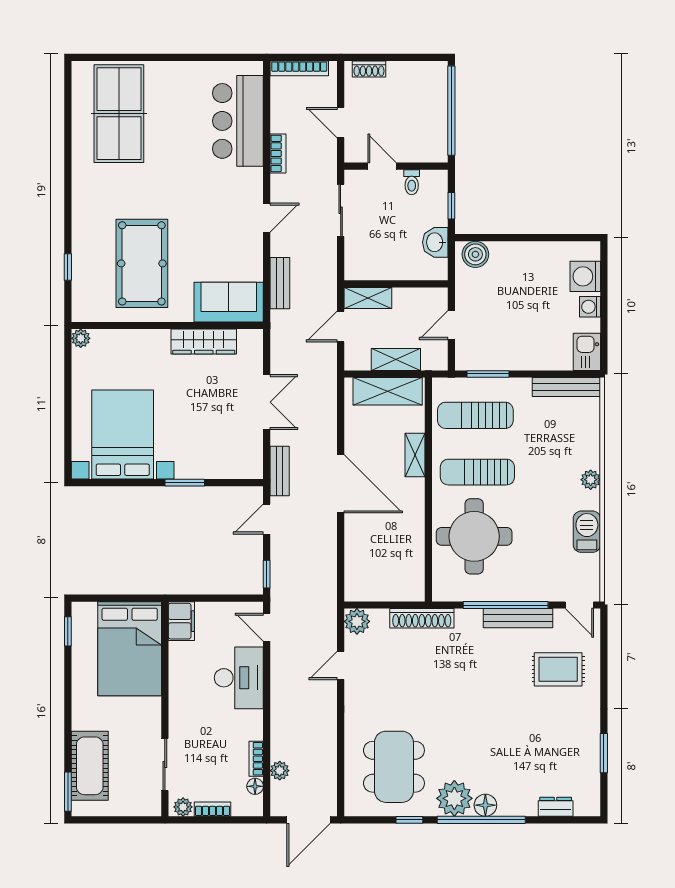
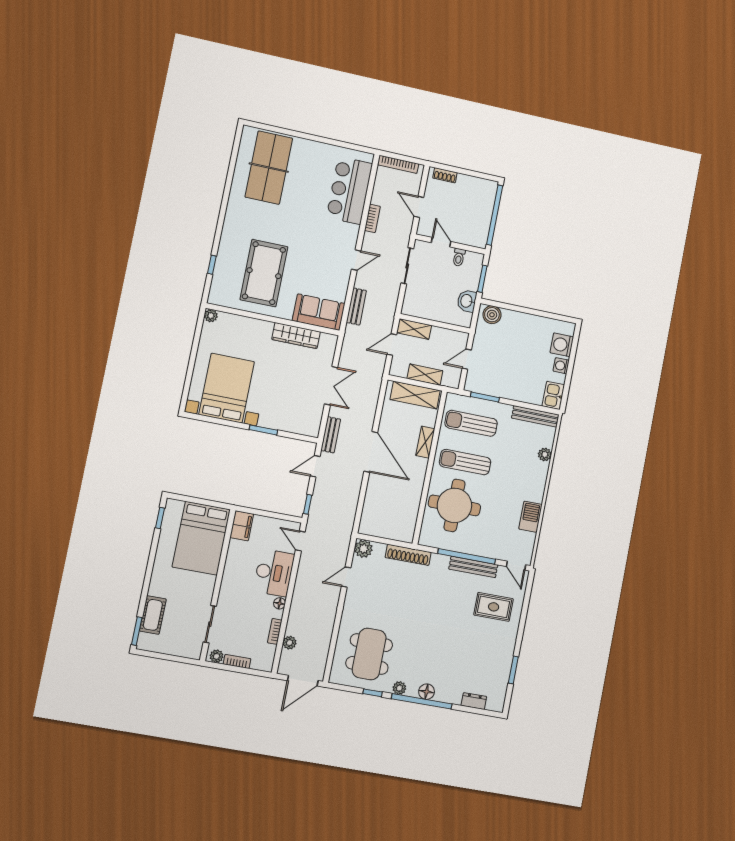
window: (451, 206) -> (482, 279), width x1.50
plant: (591, 480) -> (545, 455), moved
cot: (90, 766) -> (153, 615), width x0.73, depth x0.75
floor lamp: (255, 786) -> (280, 603), moved
plant: (454, 798) -> (399, 688), width x0.53, depth x0.53

